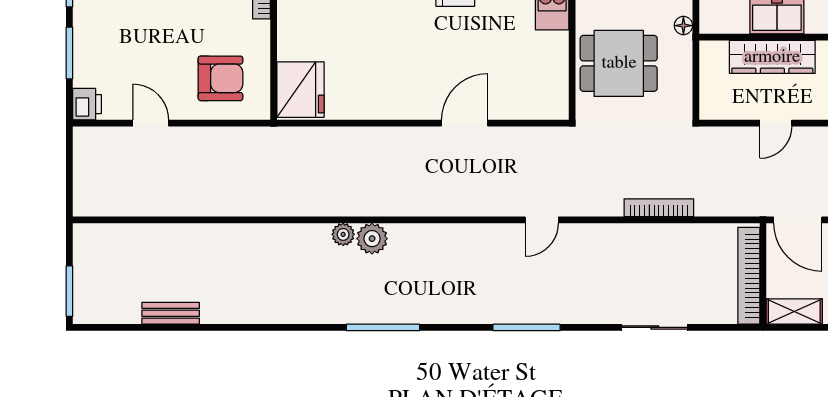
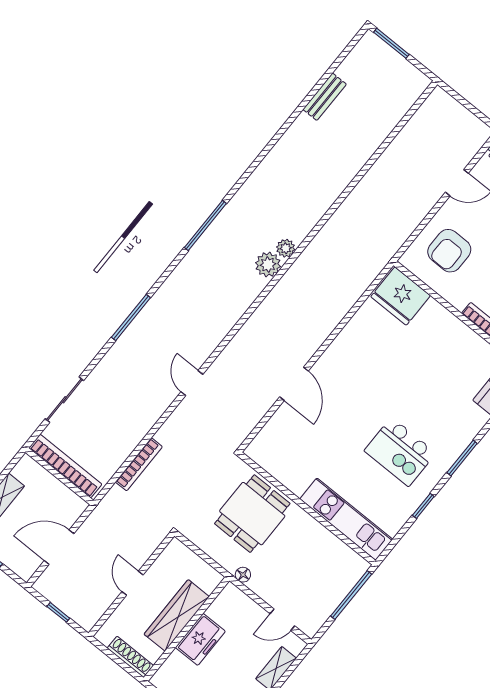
wall: (763, 274) -> (59, 476), moved
bookcase: (749, 276) -> (65, 466), moved

